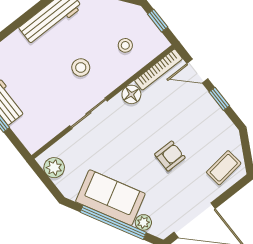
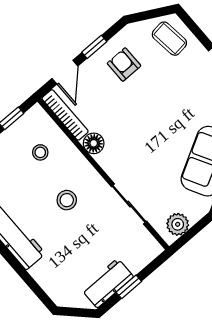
sliding door: (88, 113) -> (129, 204), moved
armchair: (170, 156) -> (124, 64), moved

